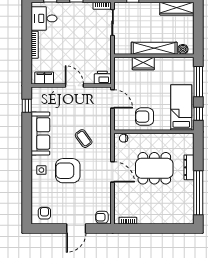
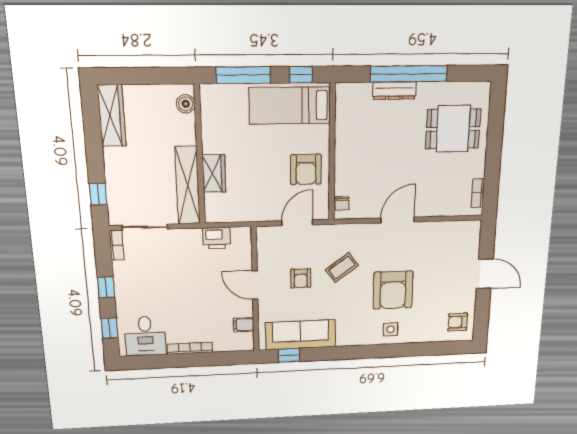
shelving: (154, 48) -> (188, 185), moved
filing cabinet: (44, 78) -> (244, 325), width x0.50
printer: (102, 78) -> (217, 238), moved, turned -90
door: (74, 86) -> (255, 285), hinge flipped
door: (113, 99) -> (297, 223), moved
sofa: (40, 133) -> (301, 335), moved
dining table: (154, 168) -> (453, 129), moved, width x0.73
window: (198, 193) -> (409, 74), moved
armchair: (102, 217) -> (301, 278), moved

